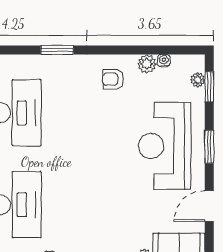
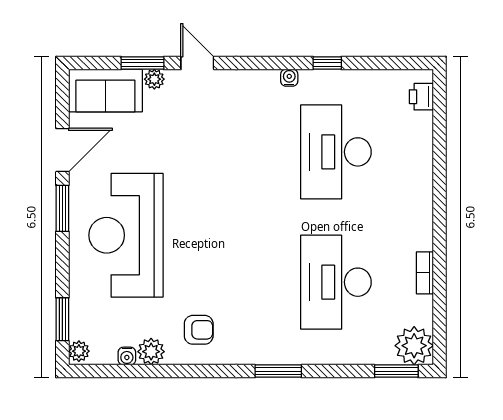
plant: (198, 80) -> (79, 351), moved
reception desk: (164, 146) -> (126, 235), turned 180
window: (209, 147) -> (62, 208), moved

